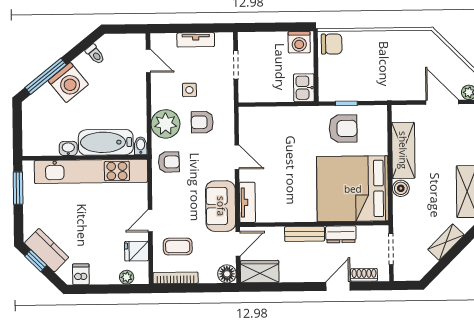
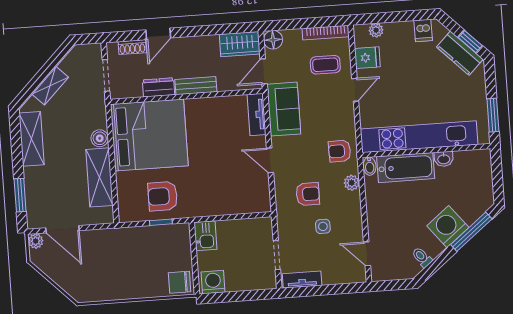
tv unit: (196, 40) -> (302, 280), moved
plant: (166, 124) -> (352, 183), width x0.53, depth x0.53

